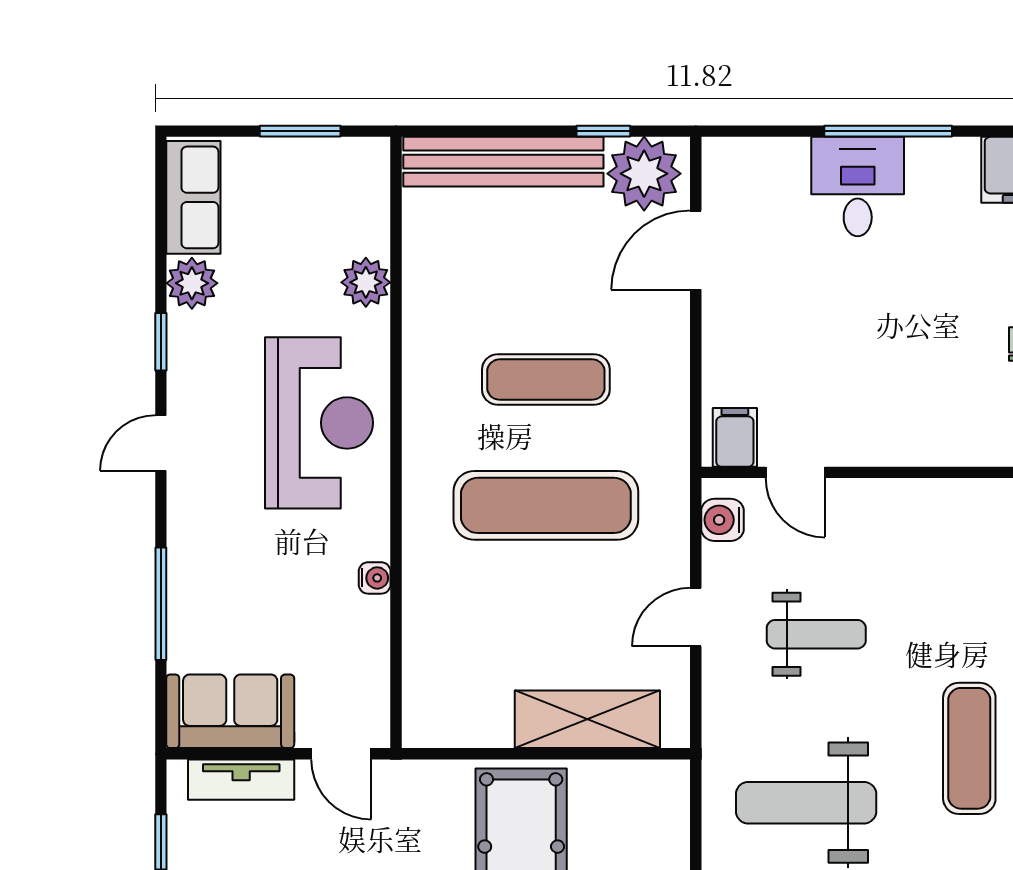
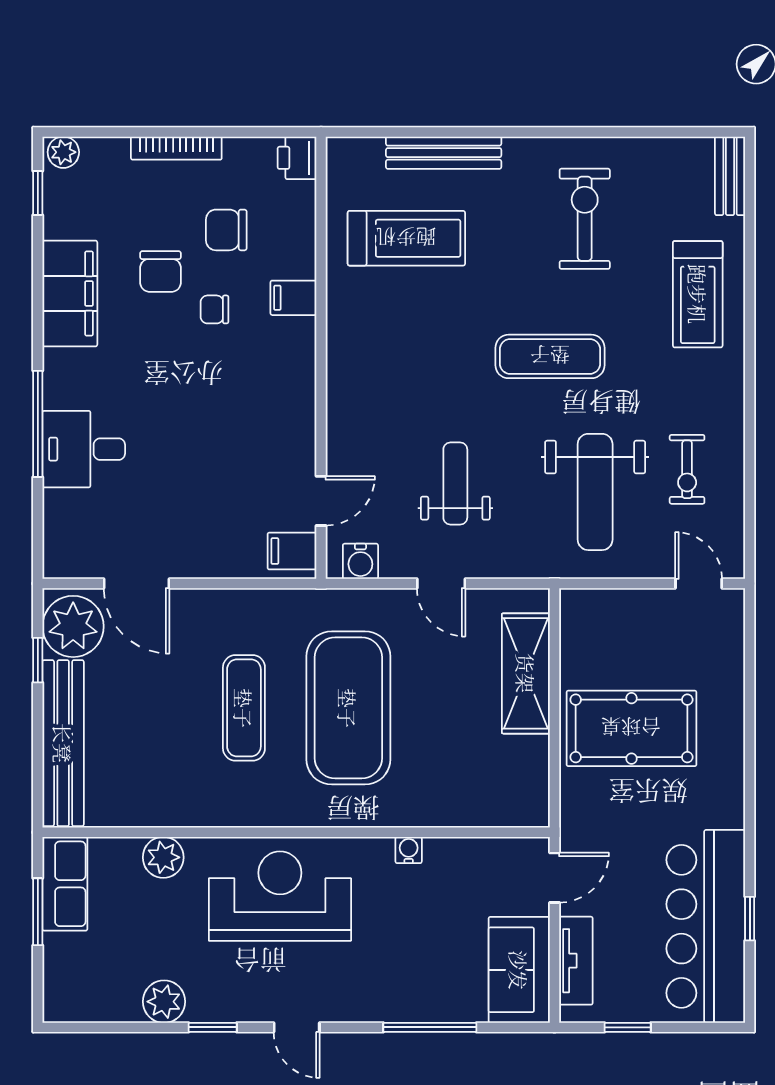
row of seats: (193, 197) -> (65, 884), moved, turned 90
exercise mat: (546, 505) -> (348, 708), width x1.47

